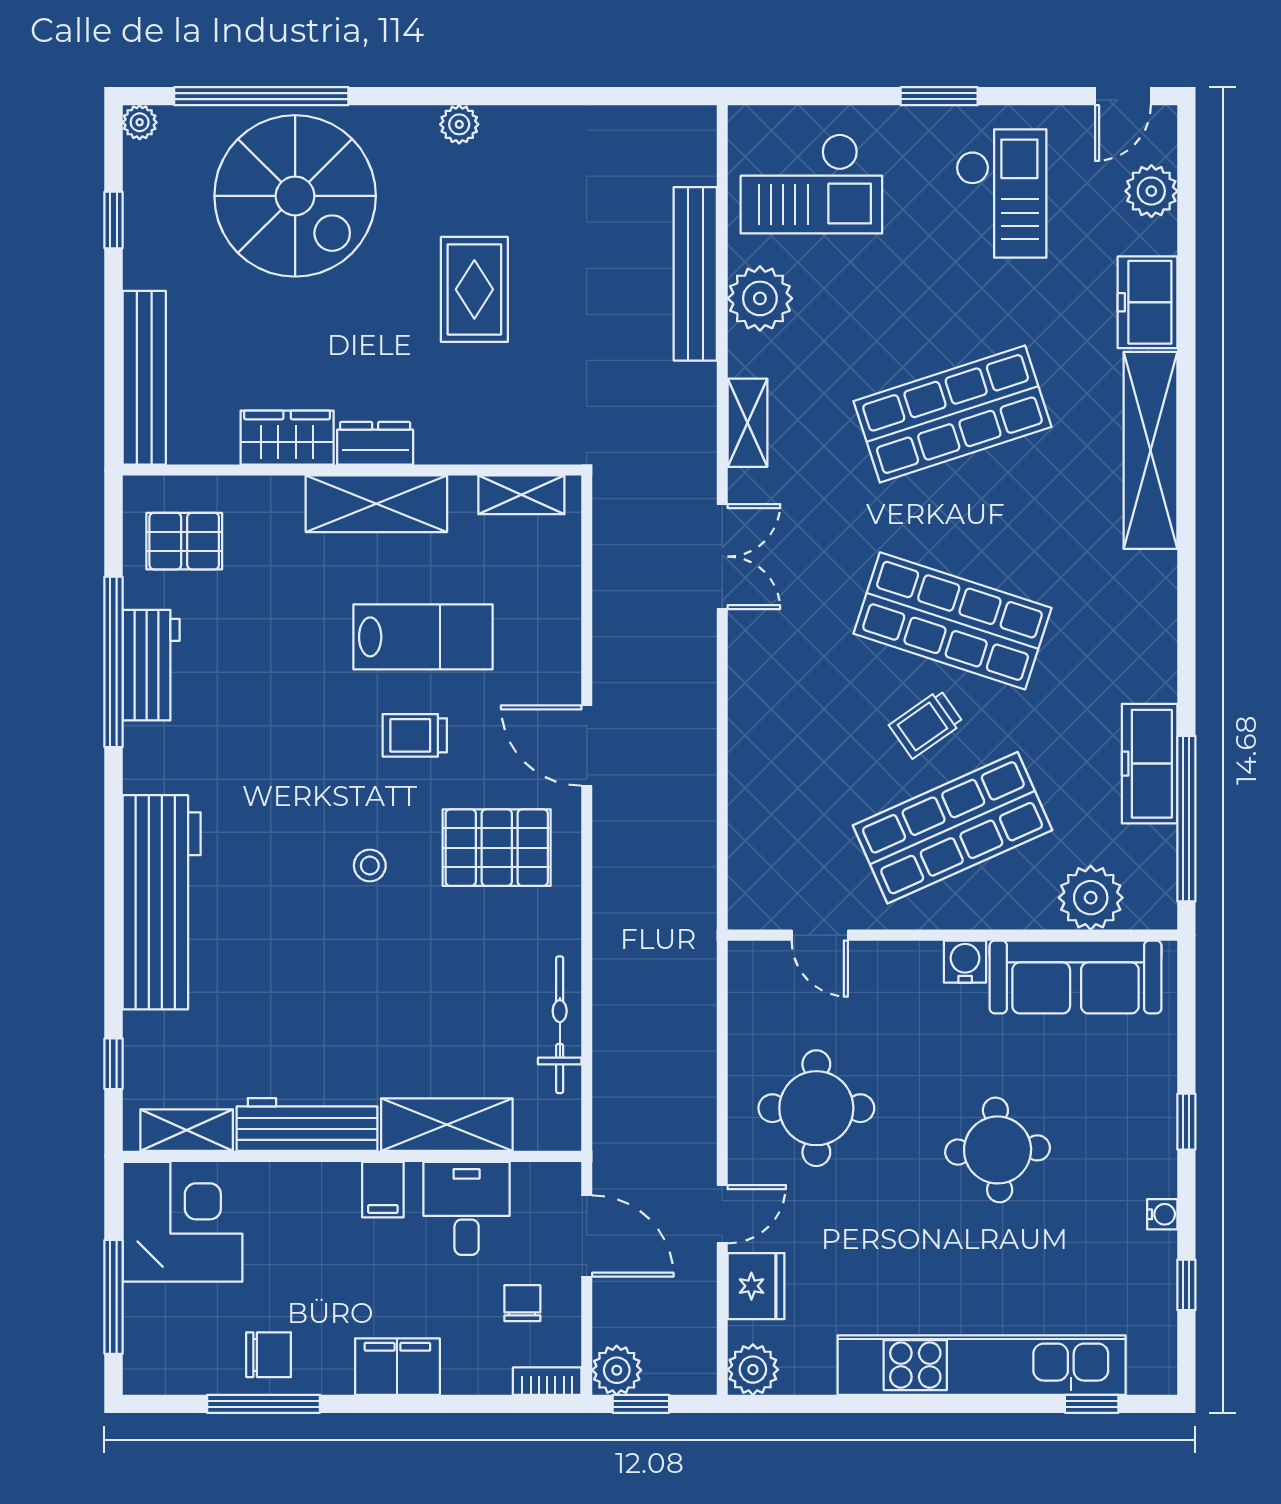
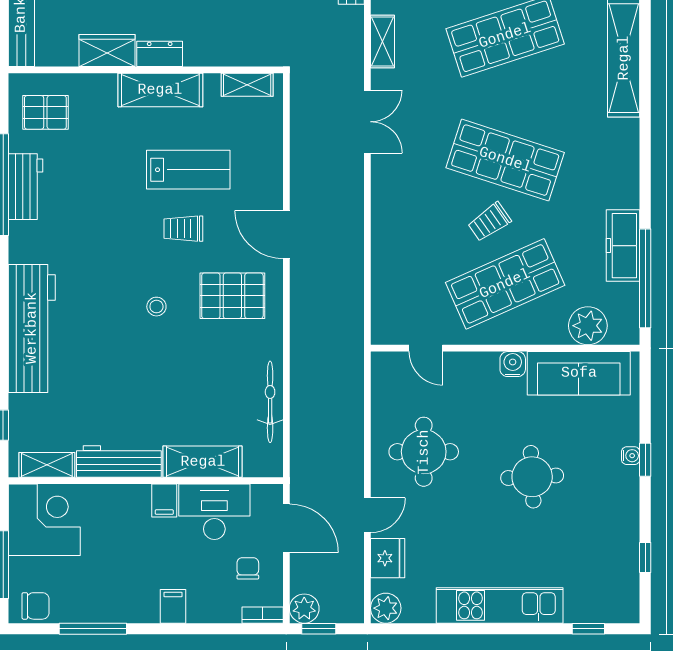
desk: (467, 1208) -> (214, 512), width x1.37
water cooler: (1162, 1214) -> (631, 456), moved
chair: (269, 1355) -> (35, 606), moved
kitchen unit: (982, 1365) -> (500, 605), width x0.73
filing cabinet: (397, 1367) -> (173, 606), width x0.50

